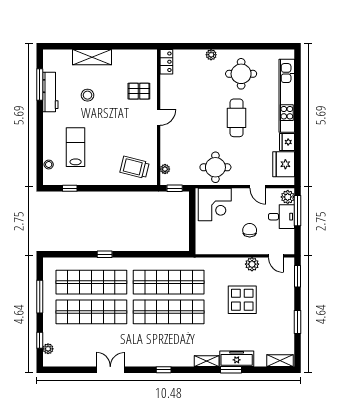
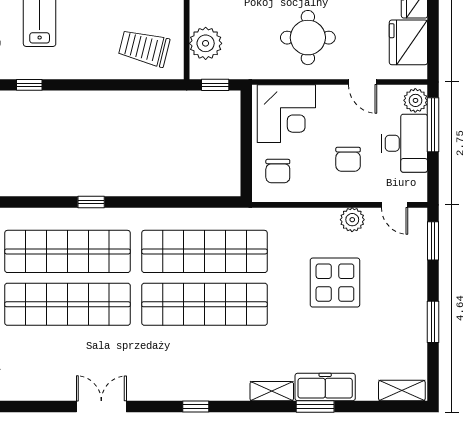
round table: (215, 167) -> (308, 38), moved
plant: (165, 169) -> (206, 43), width x1.88, depth x1.88
desk: (282, 217) -> (405, 143), width x1.37
chair: (250, 230) -> (348, 159), turned 180
chair: (210, 237) -> (278, 171), added

